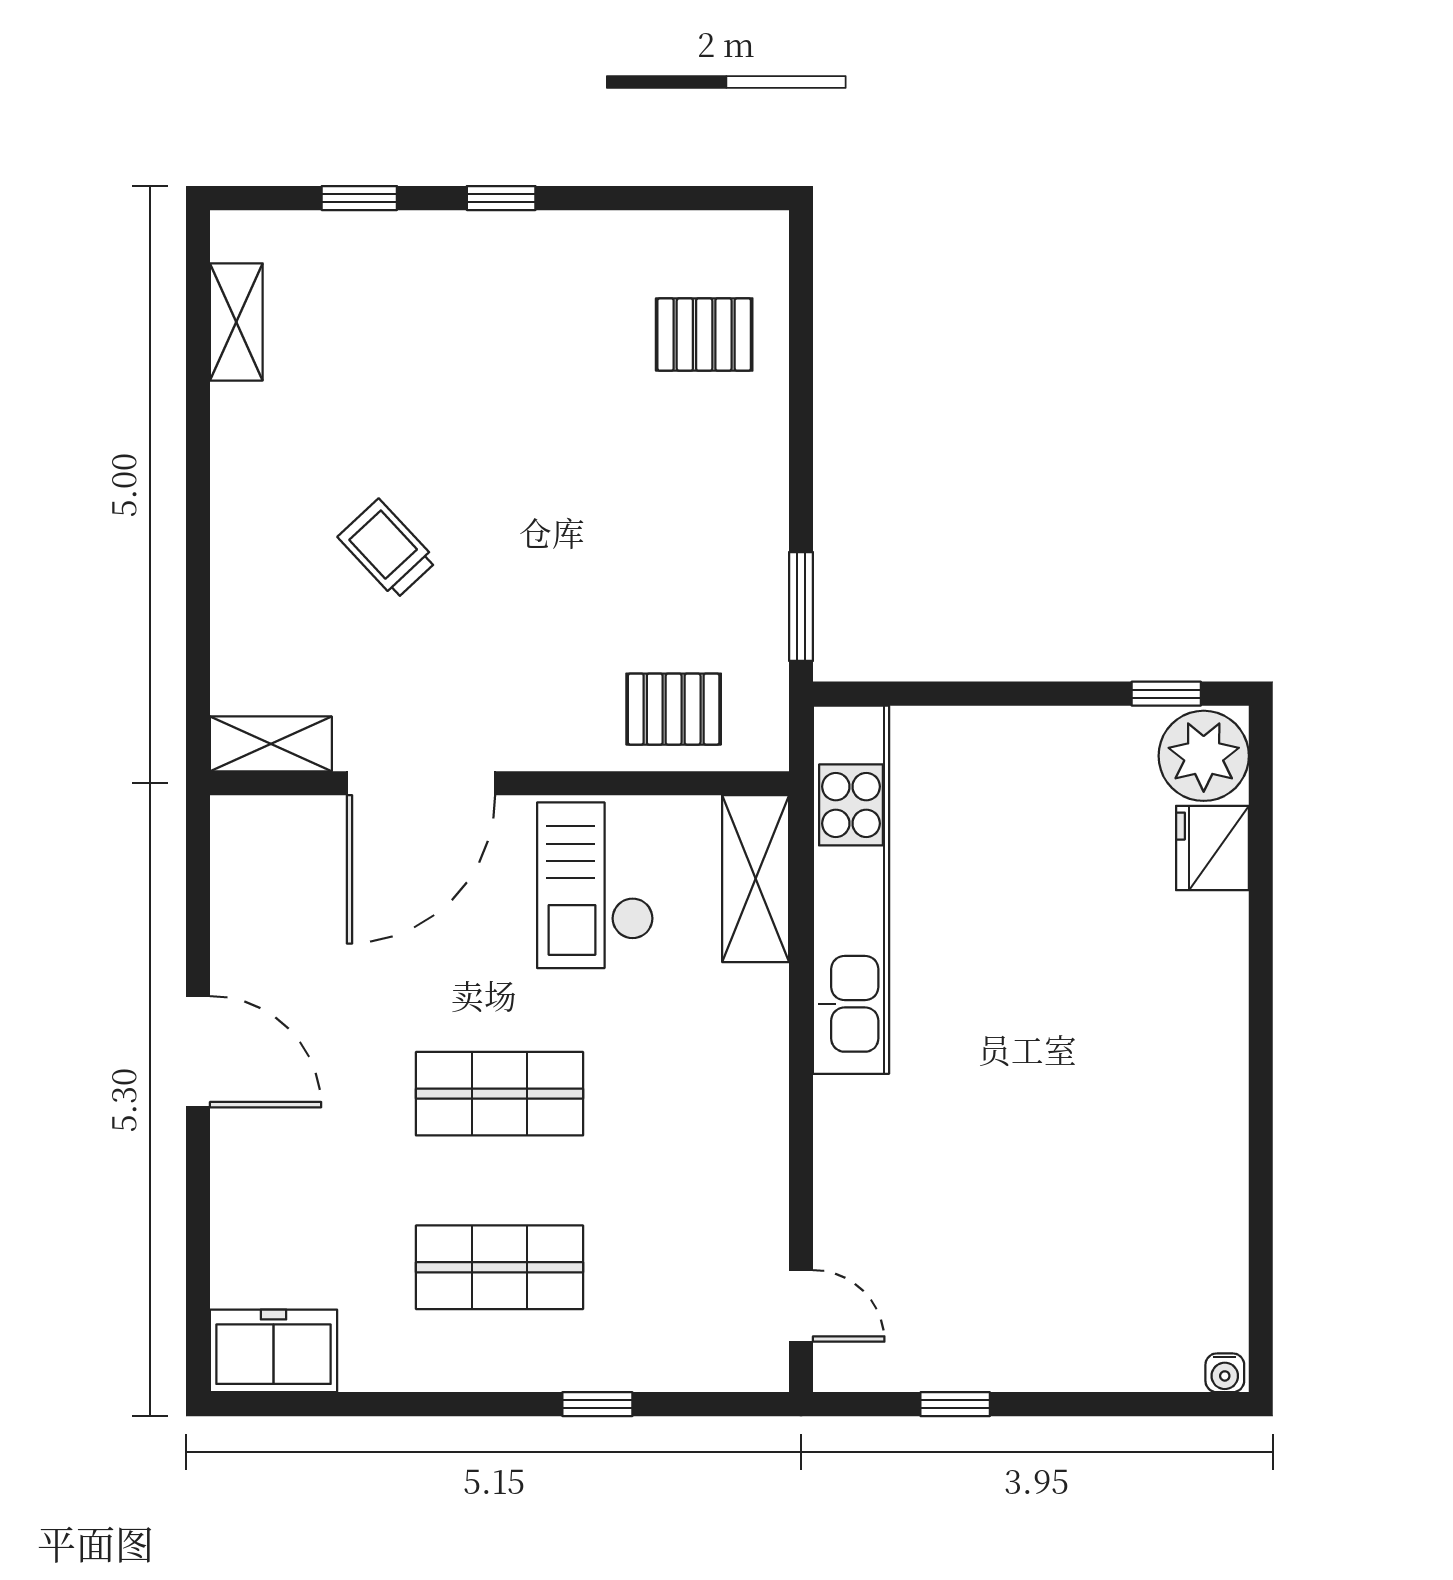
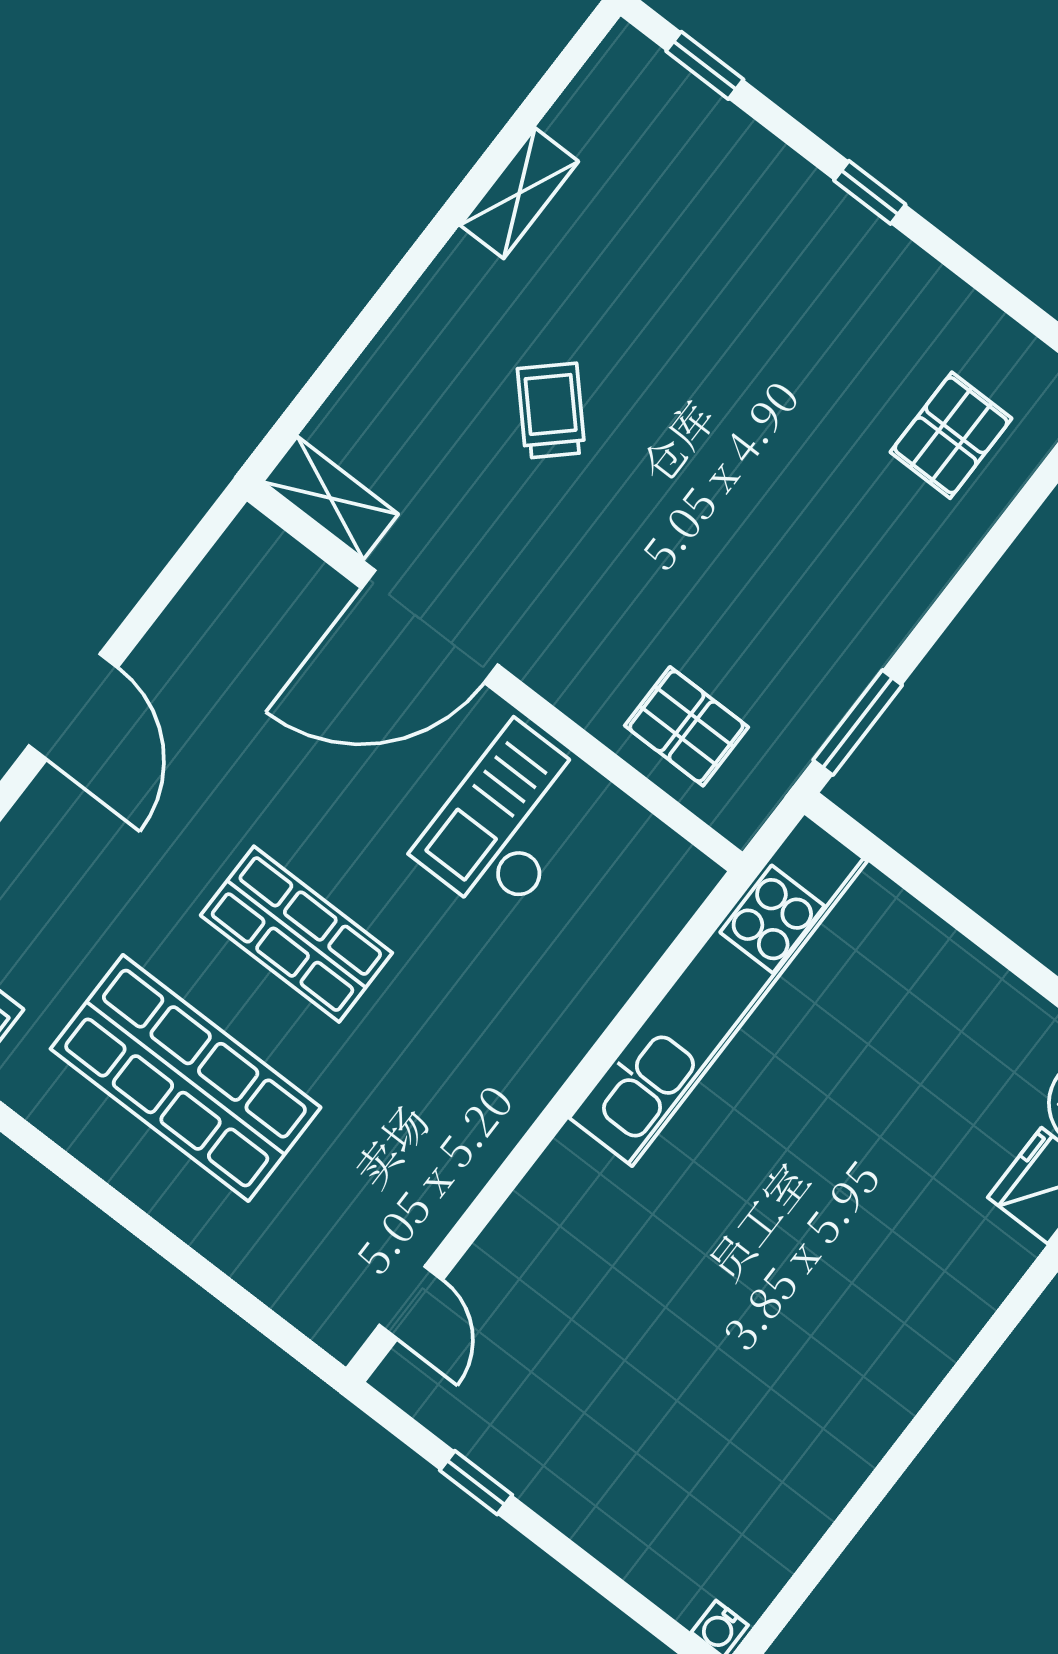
window: (359, 198) -> (705, 65), moved
shelving: (236, 322) -> (519, 193), moved
pallet: (704, 335) -> (951, 435), turned 90
shelving: (756, 879) -> (646, 919), removed
shop shelf: (499, 1267) -> (186, 1078), width x1.43, depth x1.36
window: (597, 1404) -> (179, 1254), removed

